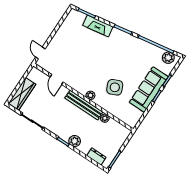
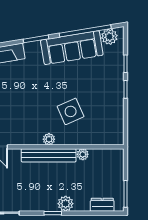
sofa: (149, 89) -> (72, 48), moved, turned -99

